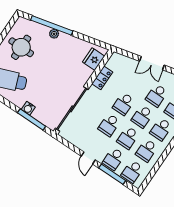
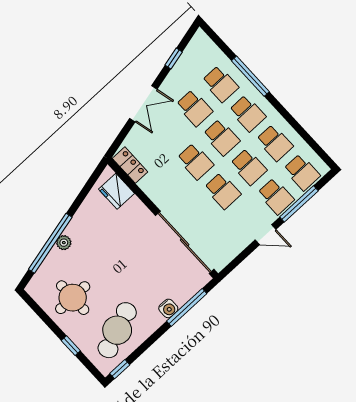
locker: (102, 78) -> (130, 165), moved

